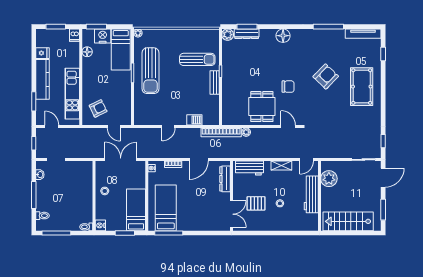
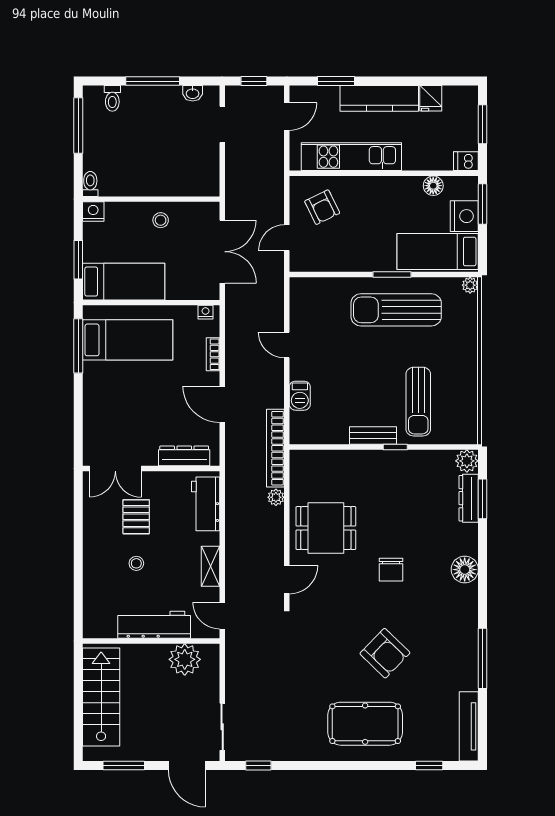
chair: (288, 87) -> (391, 570), moved

